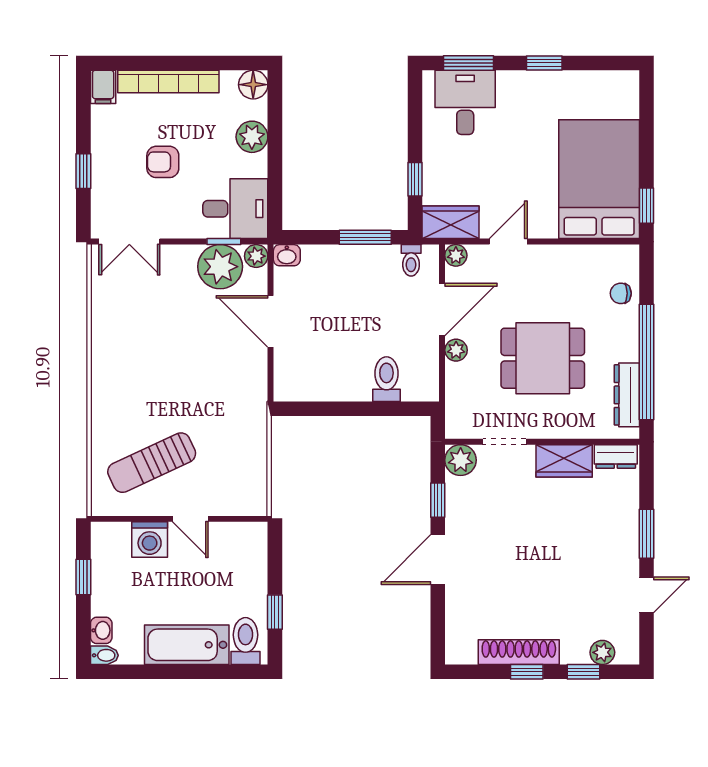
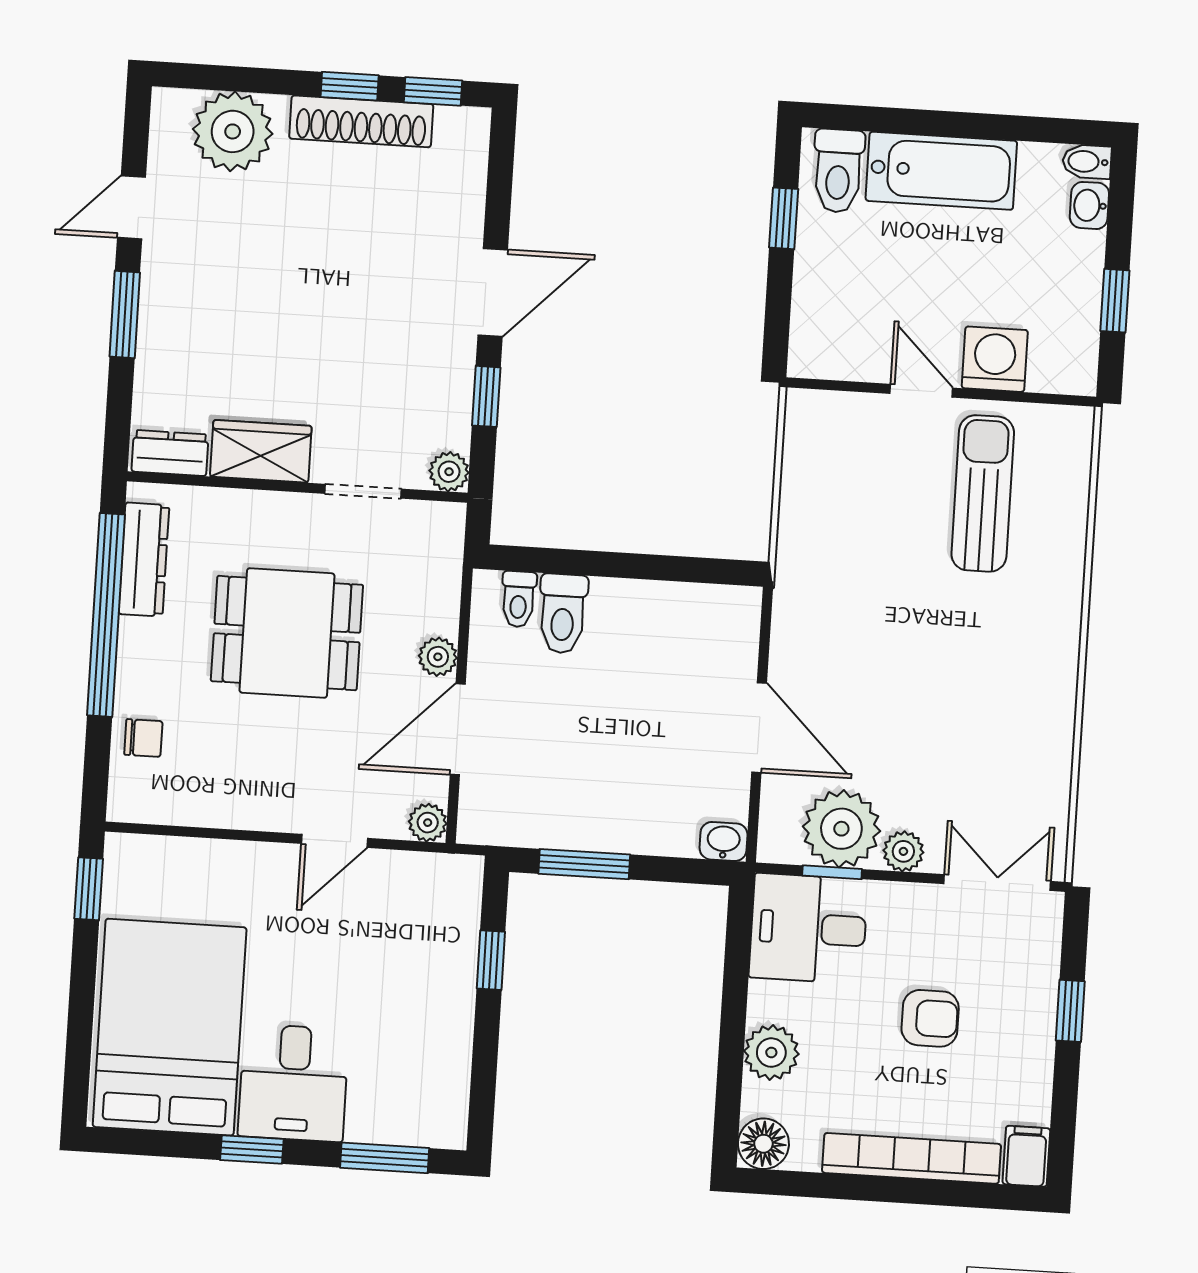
desk: (465, 102) -> (293, 1083), moved
bed: (599, 179) -> (170, 1027), moved, turned 180
wardrobe: (450, 222) -> (433, 881), removed
plant: (256, 256) -> (903, 851), moved
toilet: (411, 260) -> (519, 599), moved, turned 180
plant: (461, 460) -> (449, 472), width x0.73, depth x0.73
sun lounger: (152, 463) -> (983, 493), turned -65
plant: (602, 652) -> (233, 131), width x1.87, depth x1.87
window: (583, 672) -> (433, 91), moved

